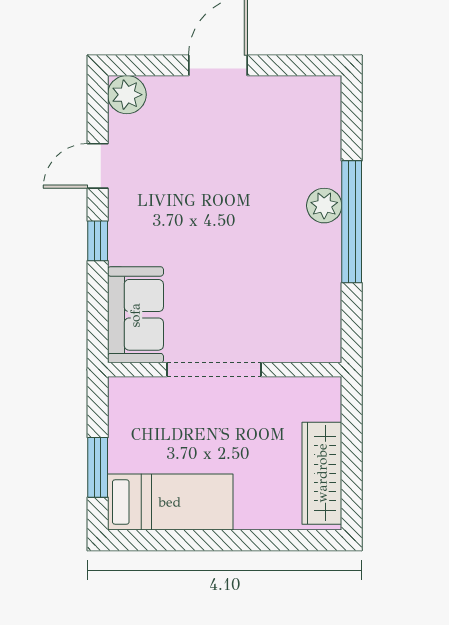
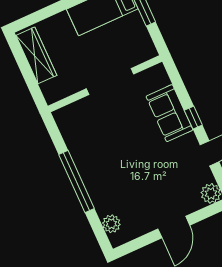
plant: (324, 206) -> (111, 224), moved
sofa: (135, 315) -> (169, 113), moved

